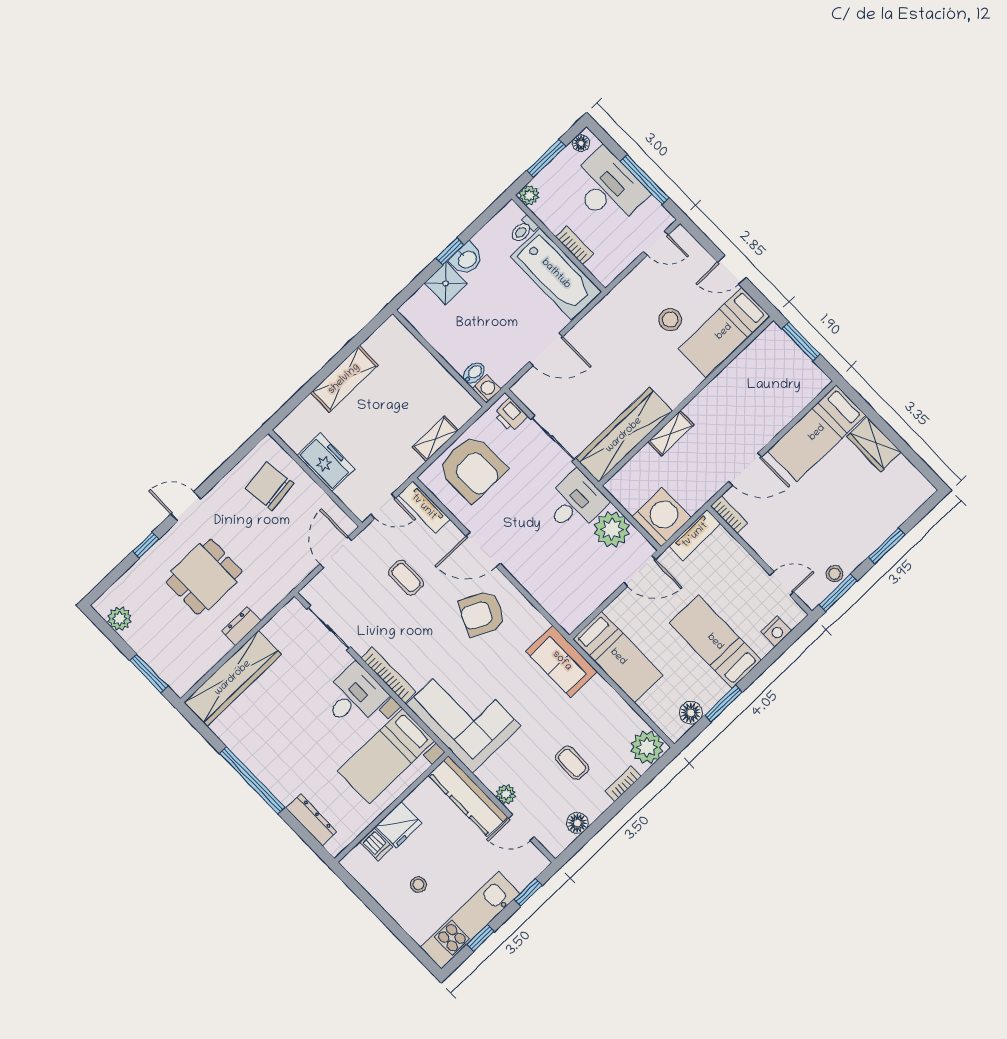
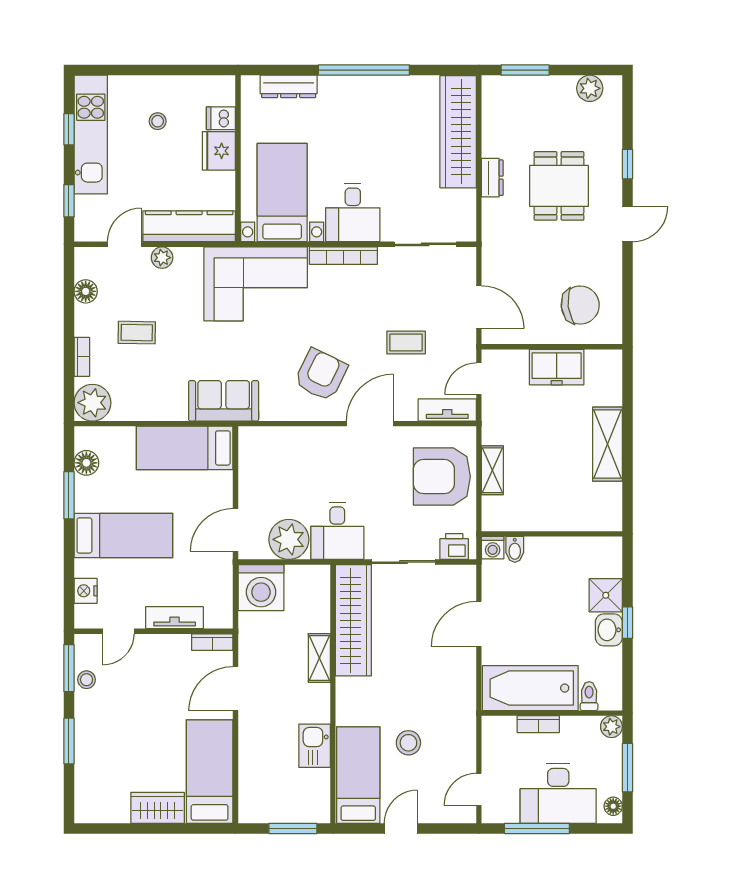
kitchen sink: (732, 380) -> (315, 746), added
tv unit: (695, 535) -> (175, 618), moved, turned 90

